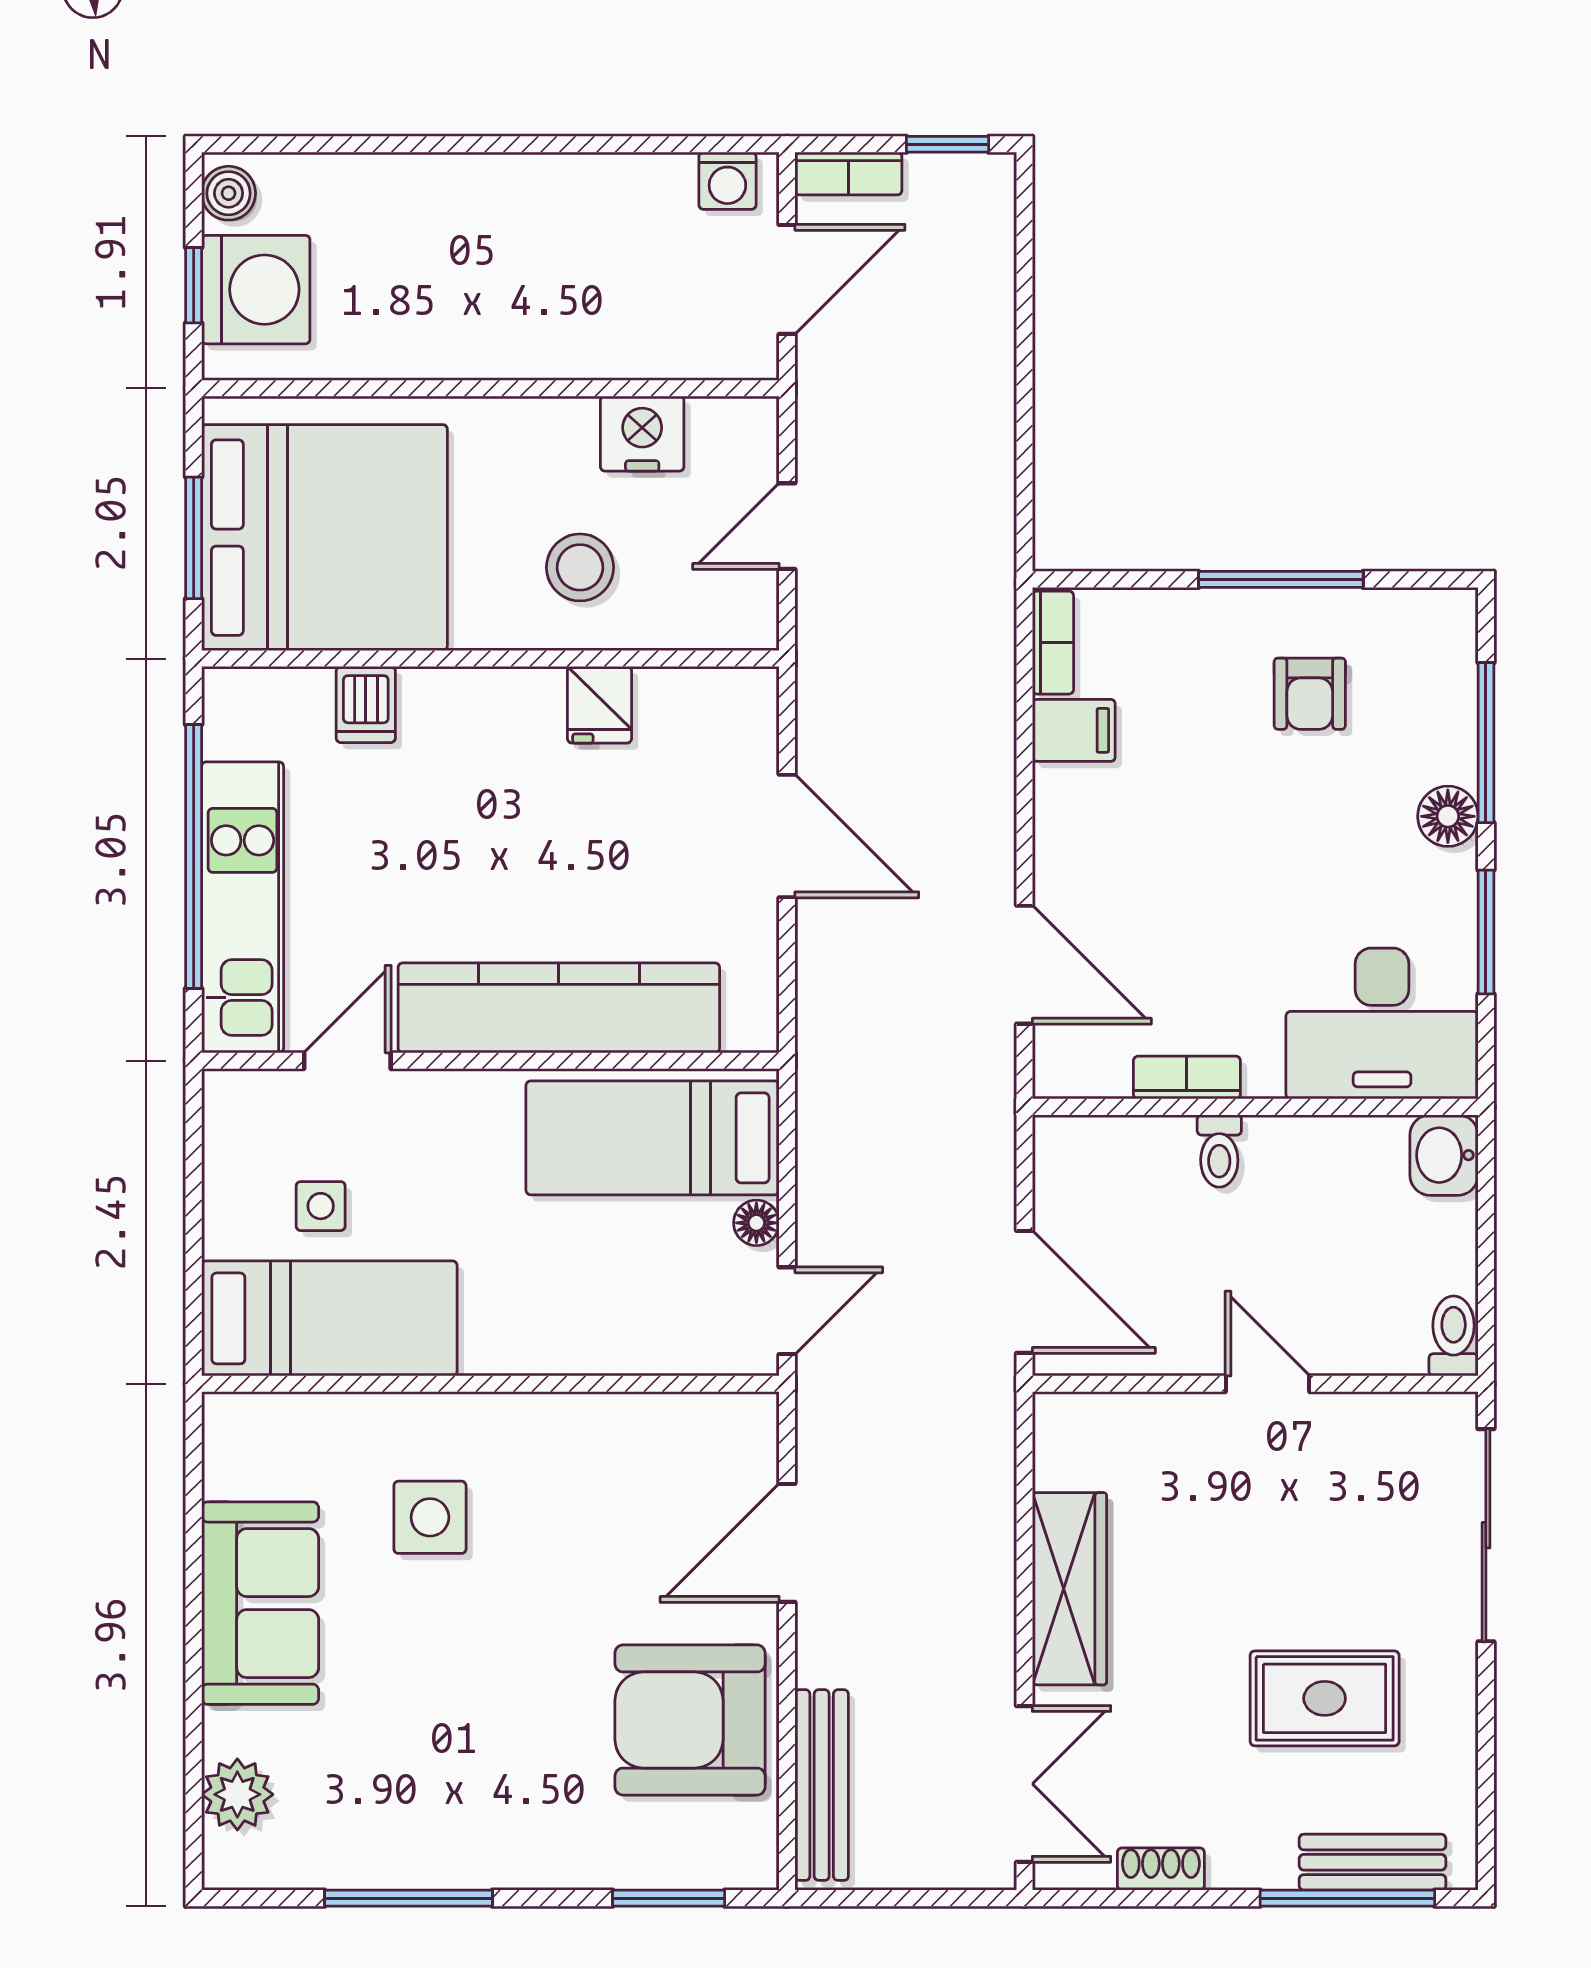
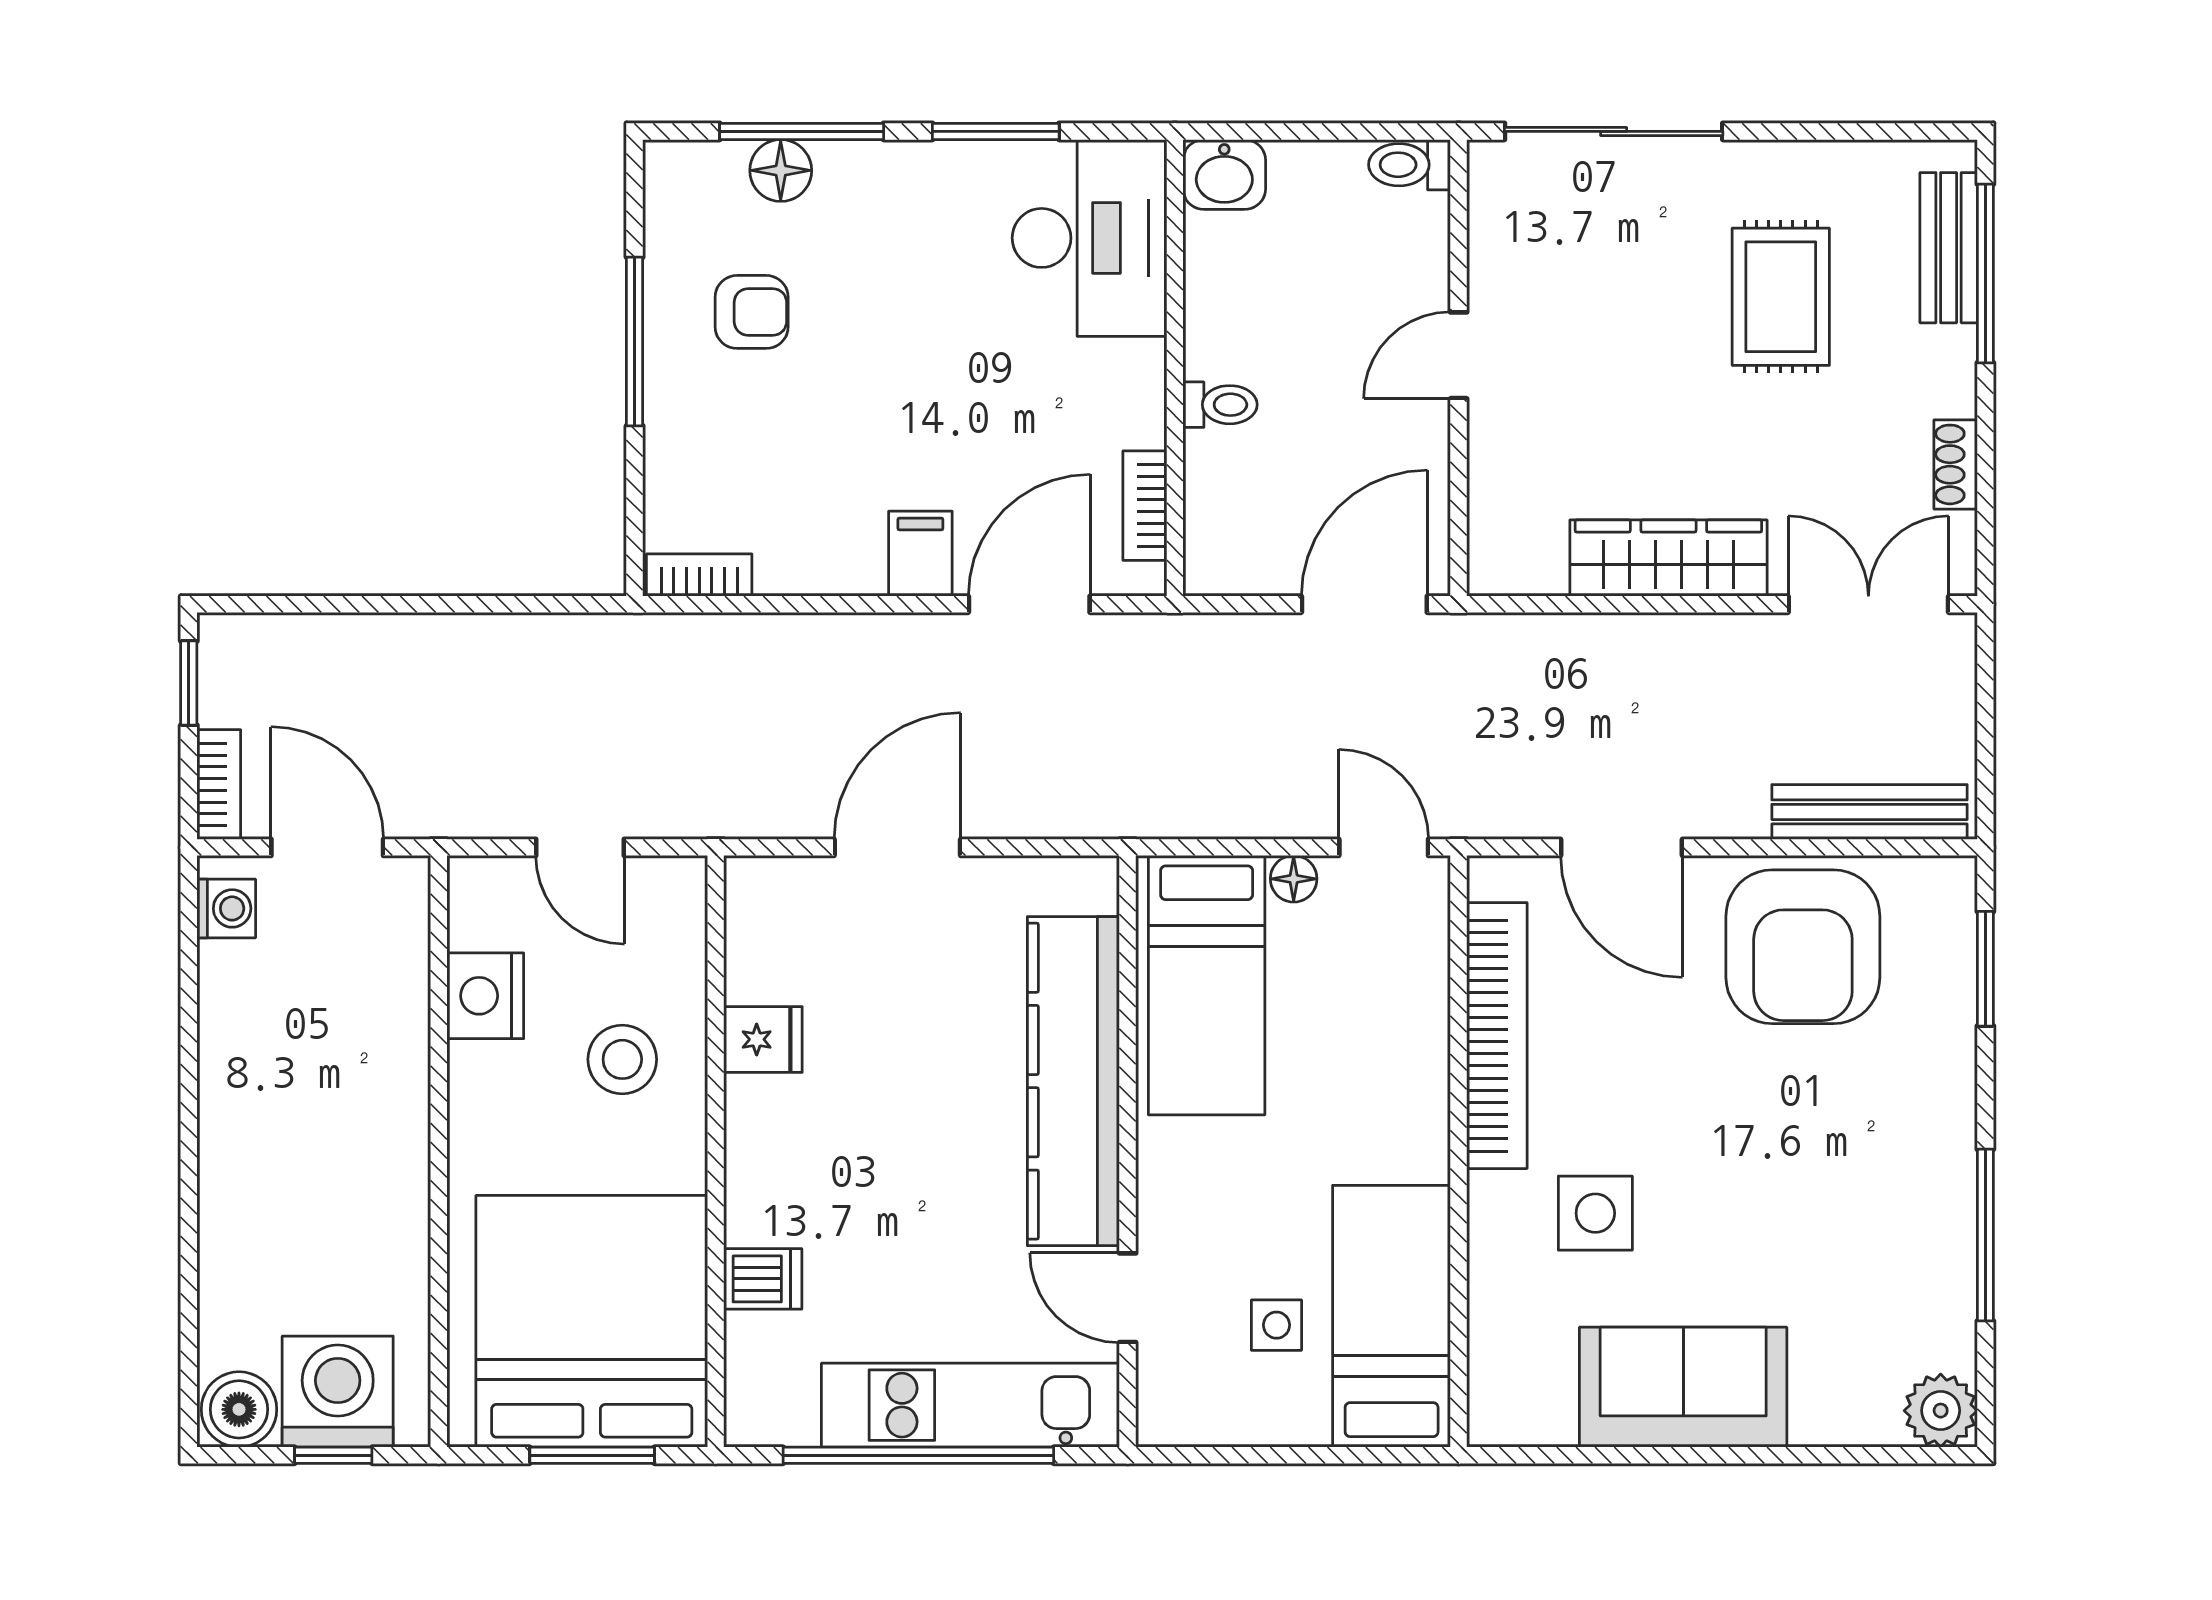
boiler: (229, 193) -> (239, 1409), width x1.36, depth x1.36
filing cabinet: (1074, 730) -> (920, 554), moved
floor lamp: (1448, 816) -> (781, 170), moved
bookcase: (1187, 1078) -> (1145, 506), moved
bookcase: (603, 1421) -> (1497, 1036), added
plant: (237, 1794) -> (1941, 1411), moved

